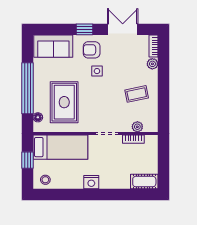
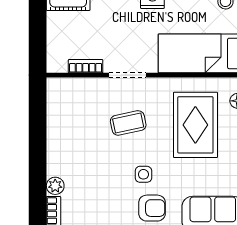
coffee table: (137, 94) -> (128, 123), moved
plant: (137, 127) -> (79, 86), removed

